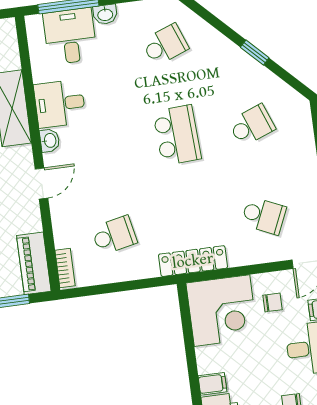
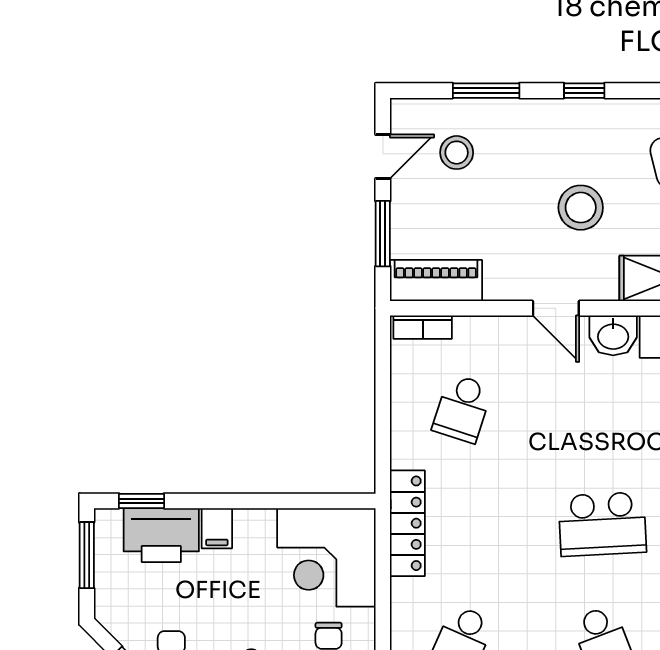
washbasin: (50, 140) -> (613, 335), width x1.38, depth x1.45
school desk: (114, 235) -> (462, 408), turned 30

